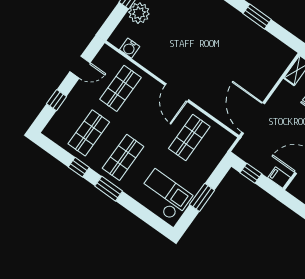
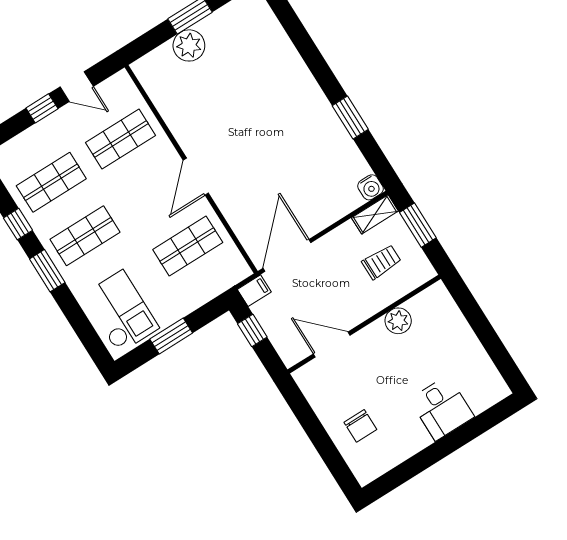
water cooler: (130, 48) -> (371, 187), moved, turned -90
window: (57, 100) -> (42, 108), moved
filing cabinet: (279, 178) -> (254, 291), moved, turned 90

